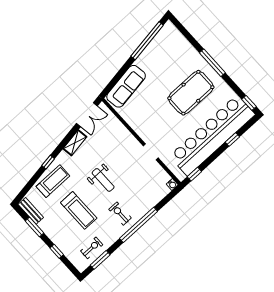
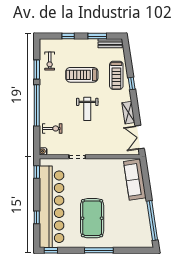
weight bench: (103, 180) -> (87, 109), turned -90
exercise bike: (120, 214) -> (52, 128), moved
window: (100, 260) -> (37, 69), moved

